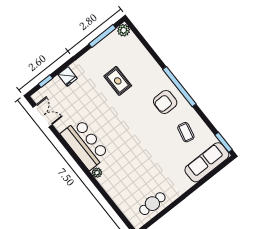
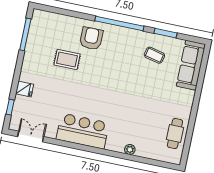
plant: (124, 30) -> (38, 16), removed
armchair: (165, 102) -> (91, 38), moved, turned 180
window: (224, 142) -> (166, 33), moved
plant: (97, 173) -> (130, 149), moved

